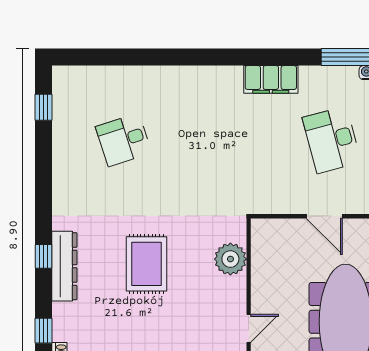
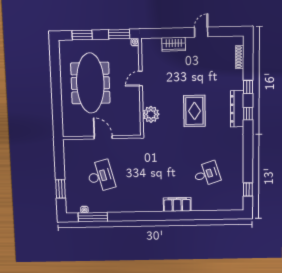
filing cabinet: (271, 79) -> (177, 205), moved
window: (44, 331) -> (248, 87), moved

